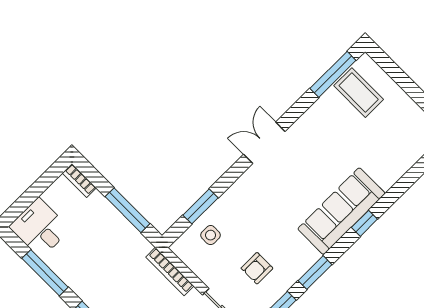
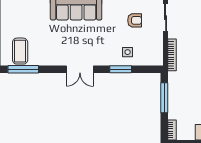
window: (200, 206) -> (121, 69), moved
side table: (211, 235) -> (128, 52), moved

